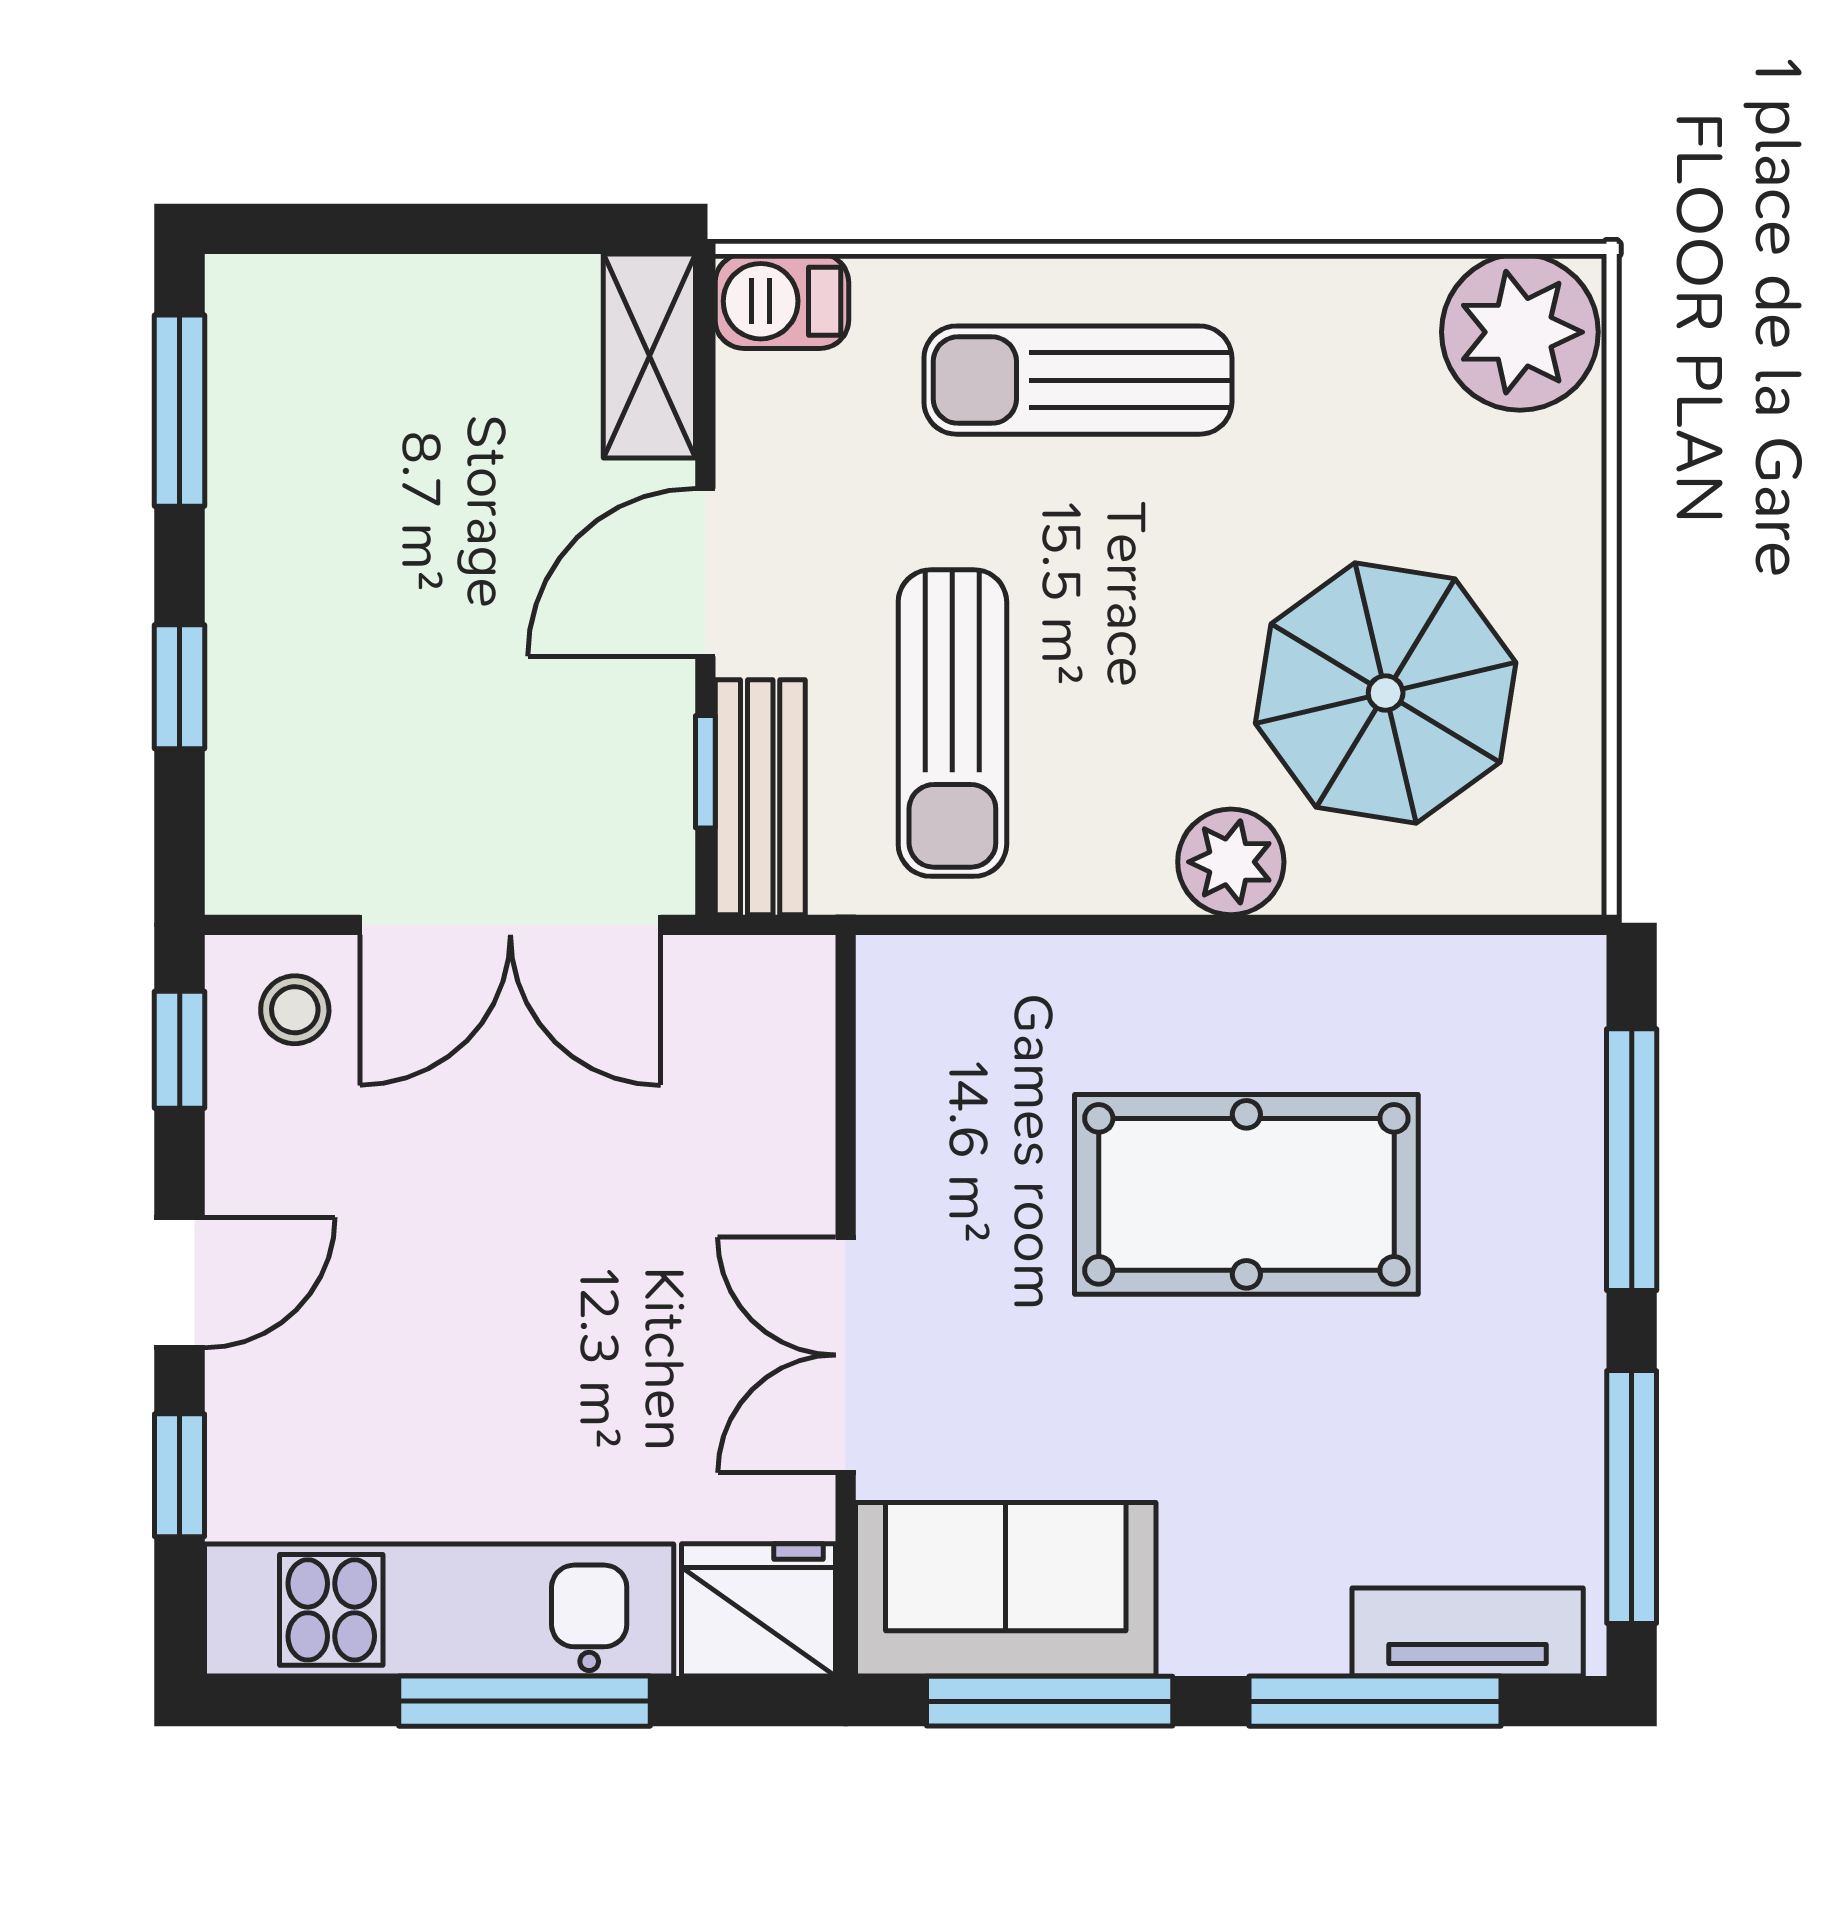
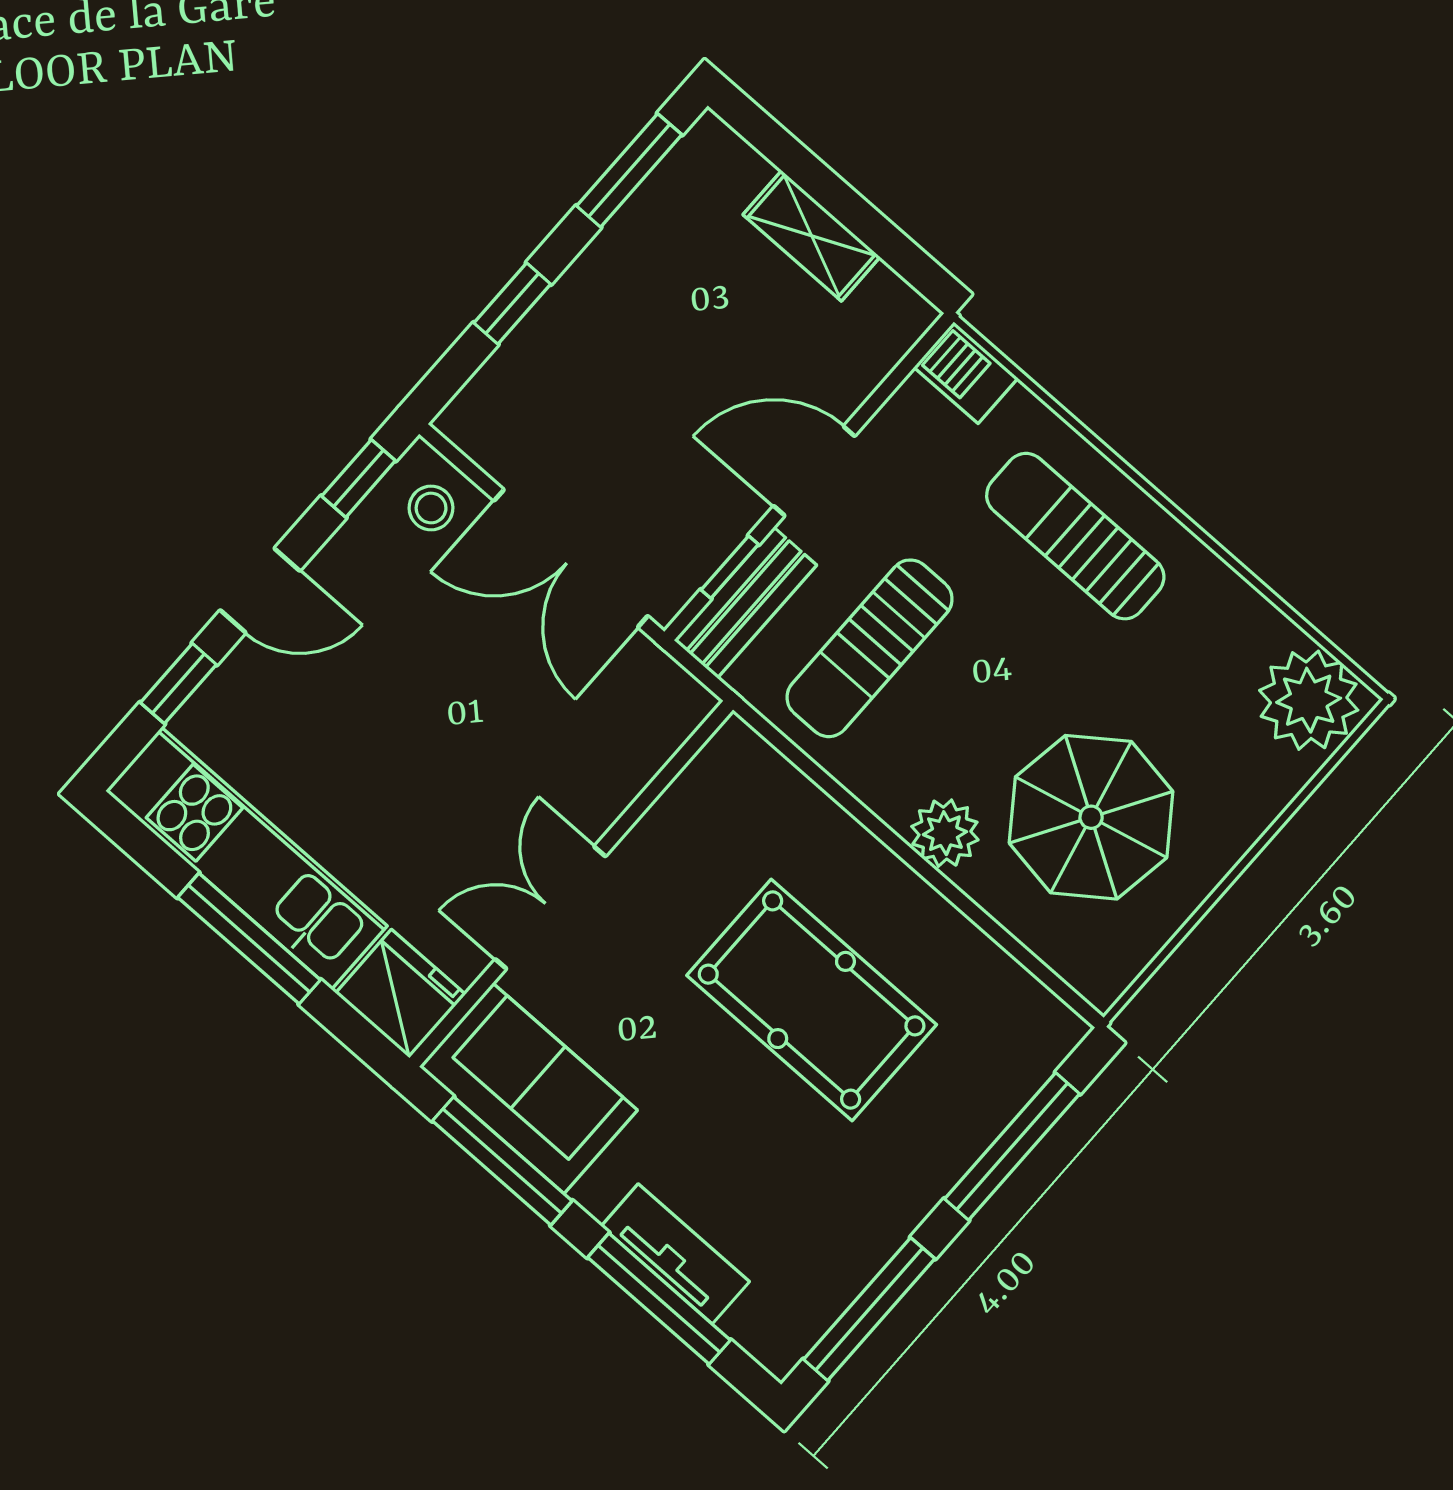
shelving: (649, 356) -> (812, 236), moved, turned 90
tv unit: (1468, 1632) -> (675, 1254), moved

